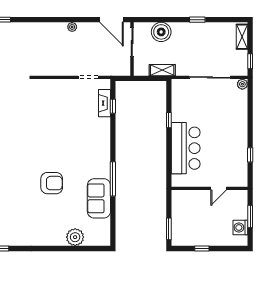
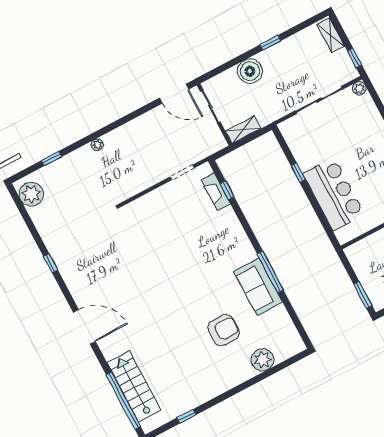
plant: (72, 27) -> (97, 145), moved
boiler: (161, 32) -> (250, 71), moved
shelving: (162, 70) -> (243, 130), moved
armchair: (52, 183) -> (224, 330), moved
sofa: (99, 198) -> (258, 287), moved

